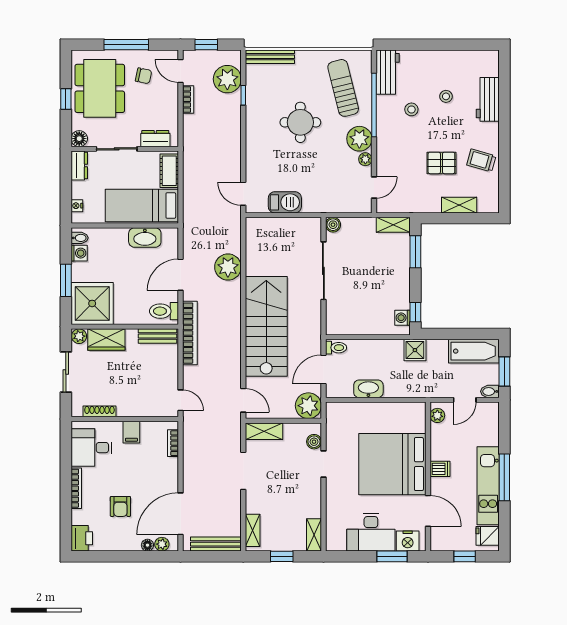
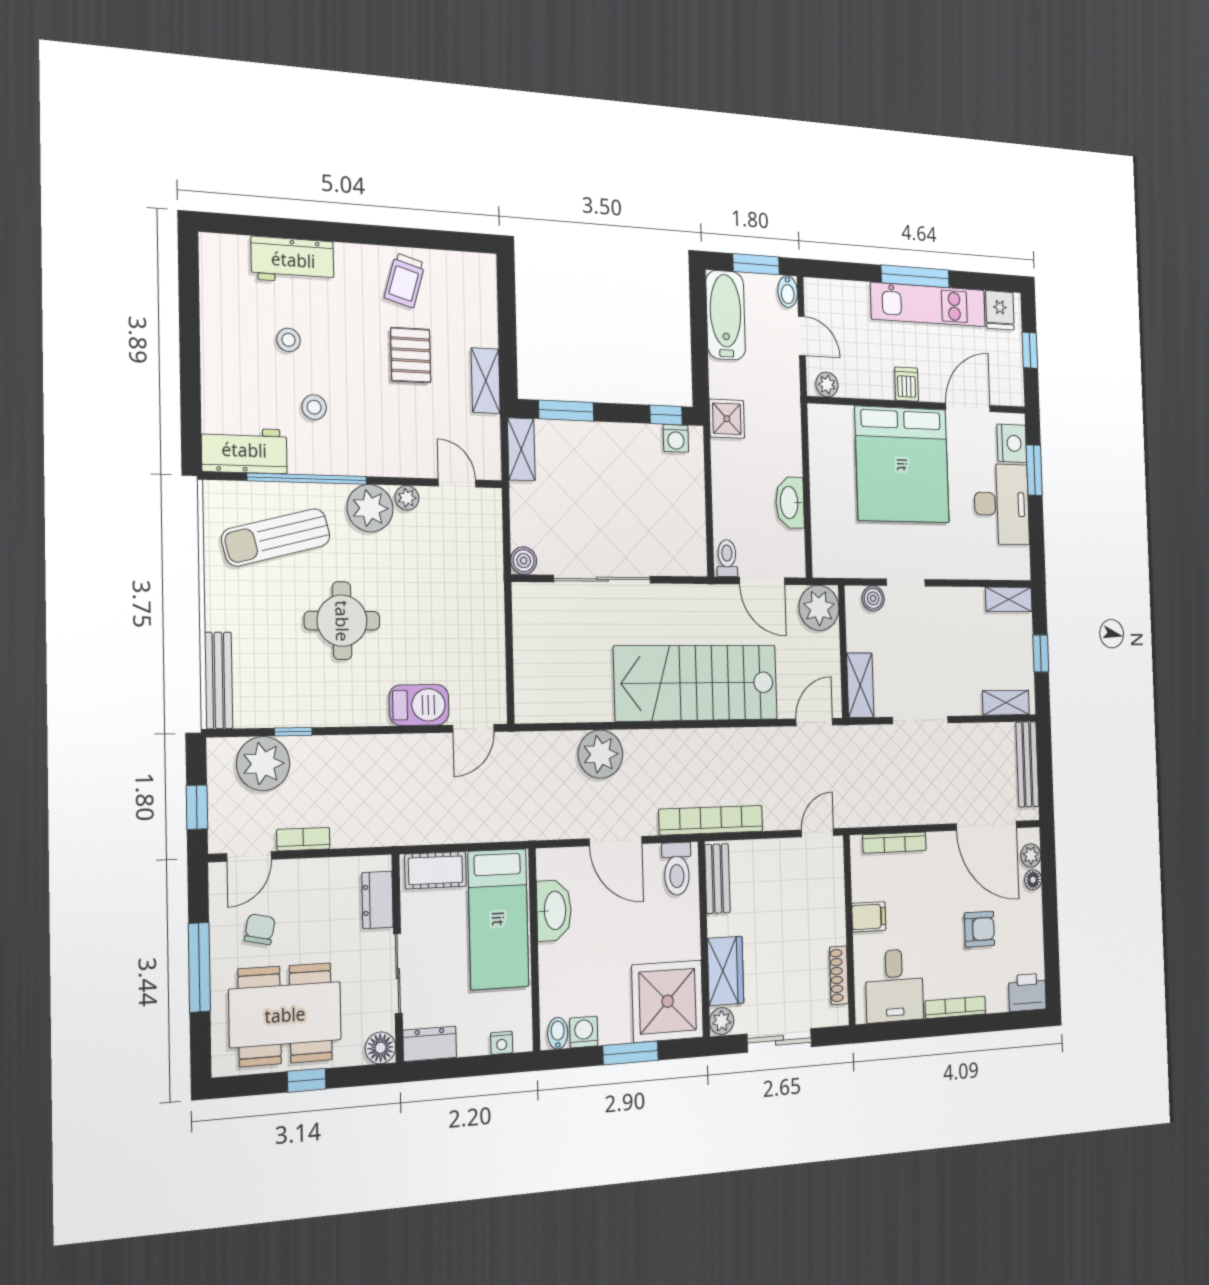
barbecue: (285, 202) -> (419, 705), moved, turned 90
shelving: (459, 205) -> (486, 381), moved
bookcase: (173, 443) -> (894, 843), width x1.56

